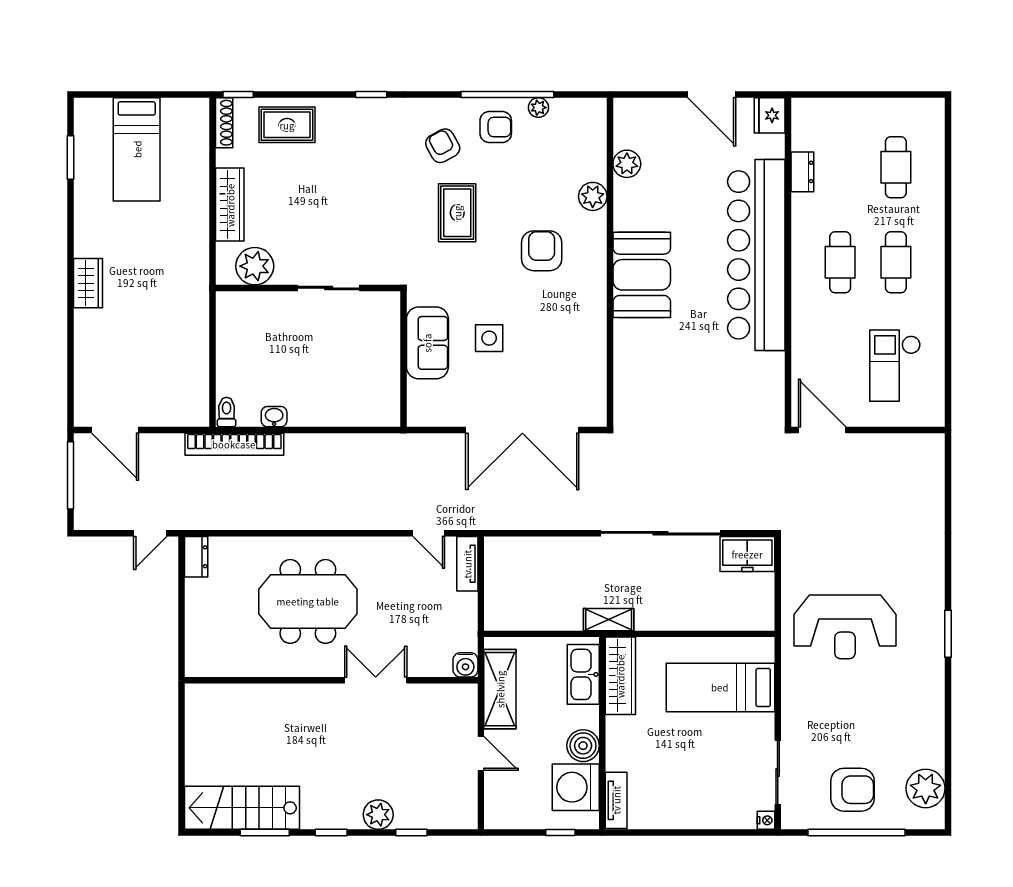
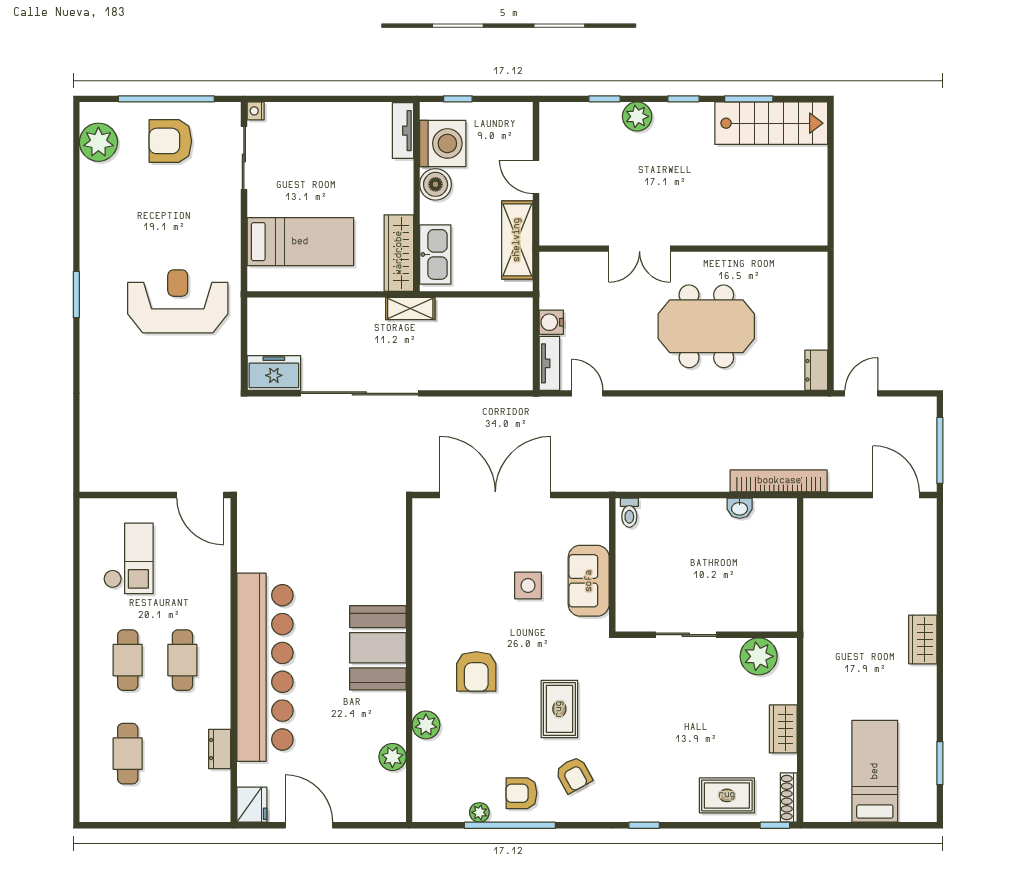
wardrobe: (230, 205) -> (783, 729), width x0.67
toilet: (227, 412) -> (629, 513), moved
water cooler: (465, 665) -> (551, 322), moved, turned -90

